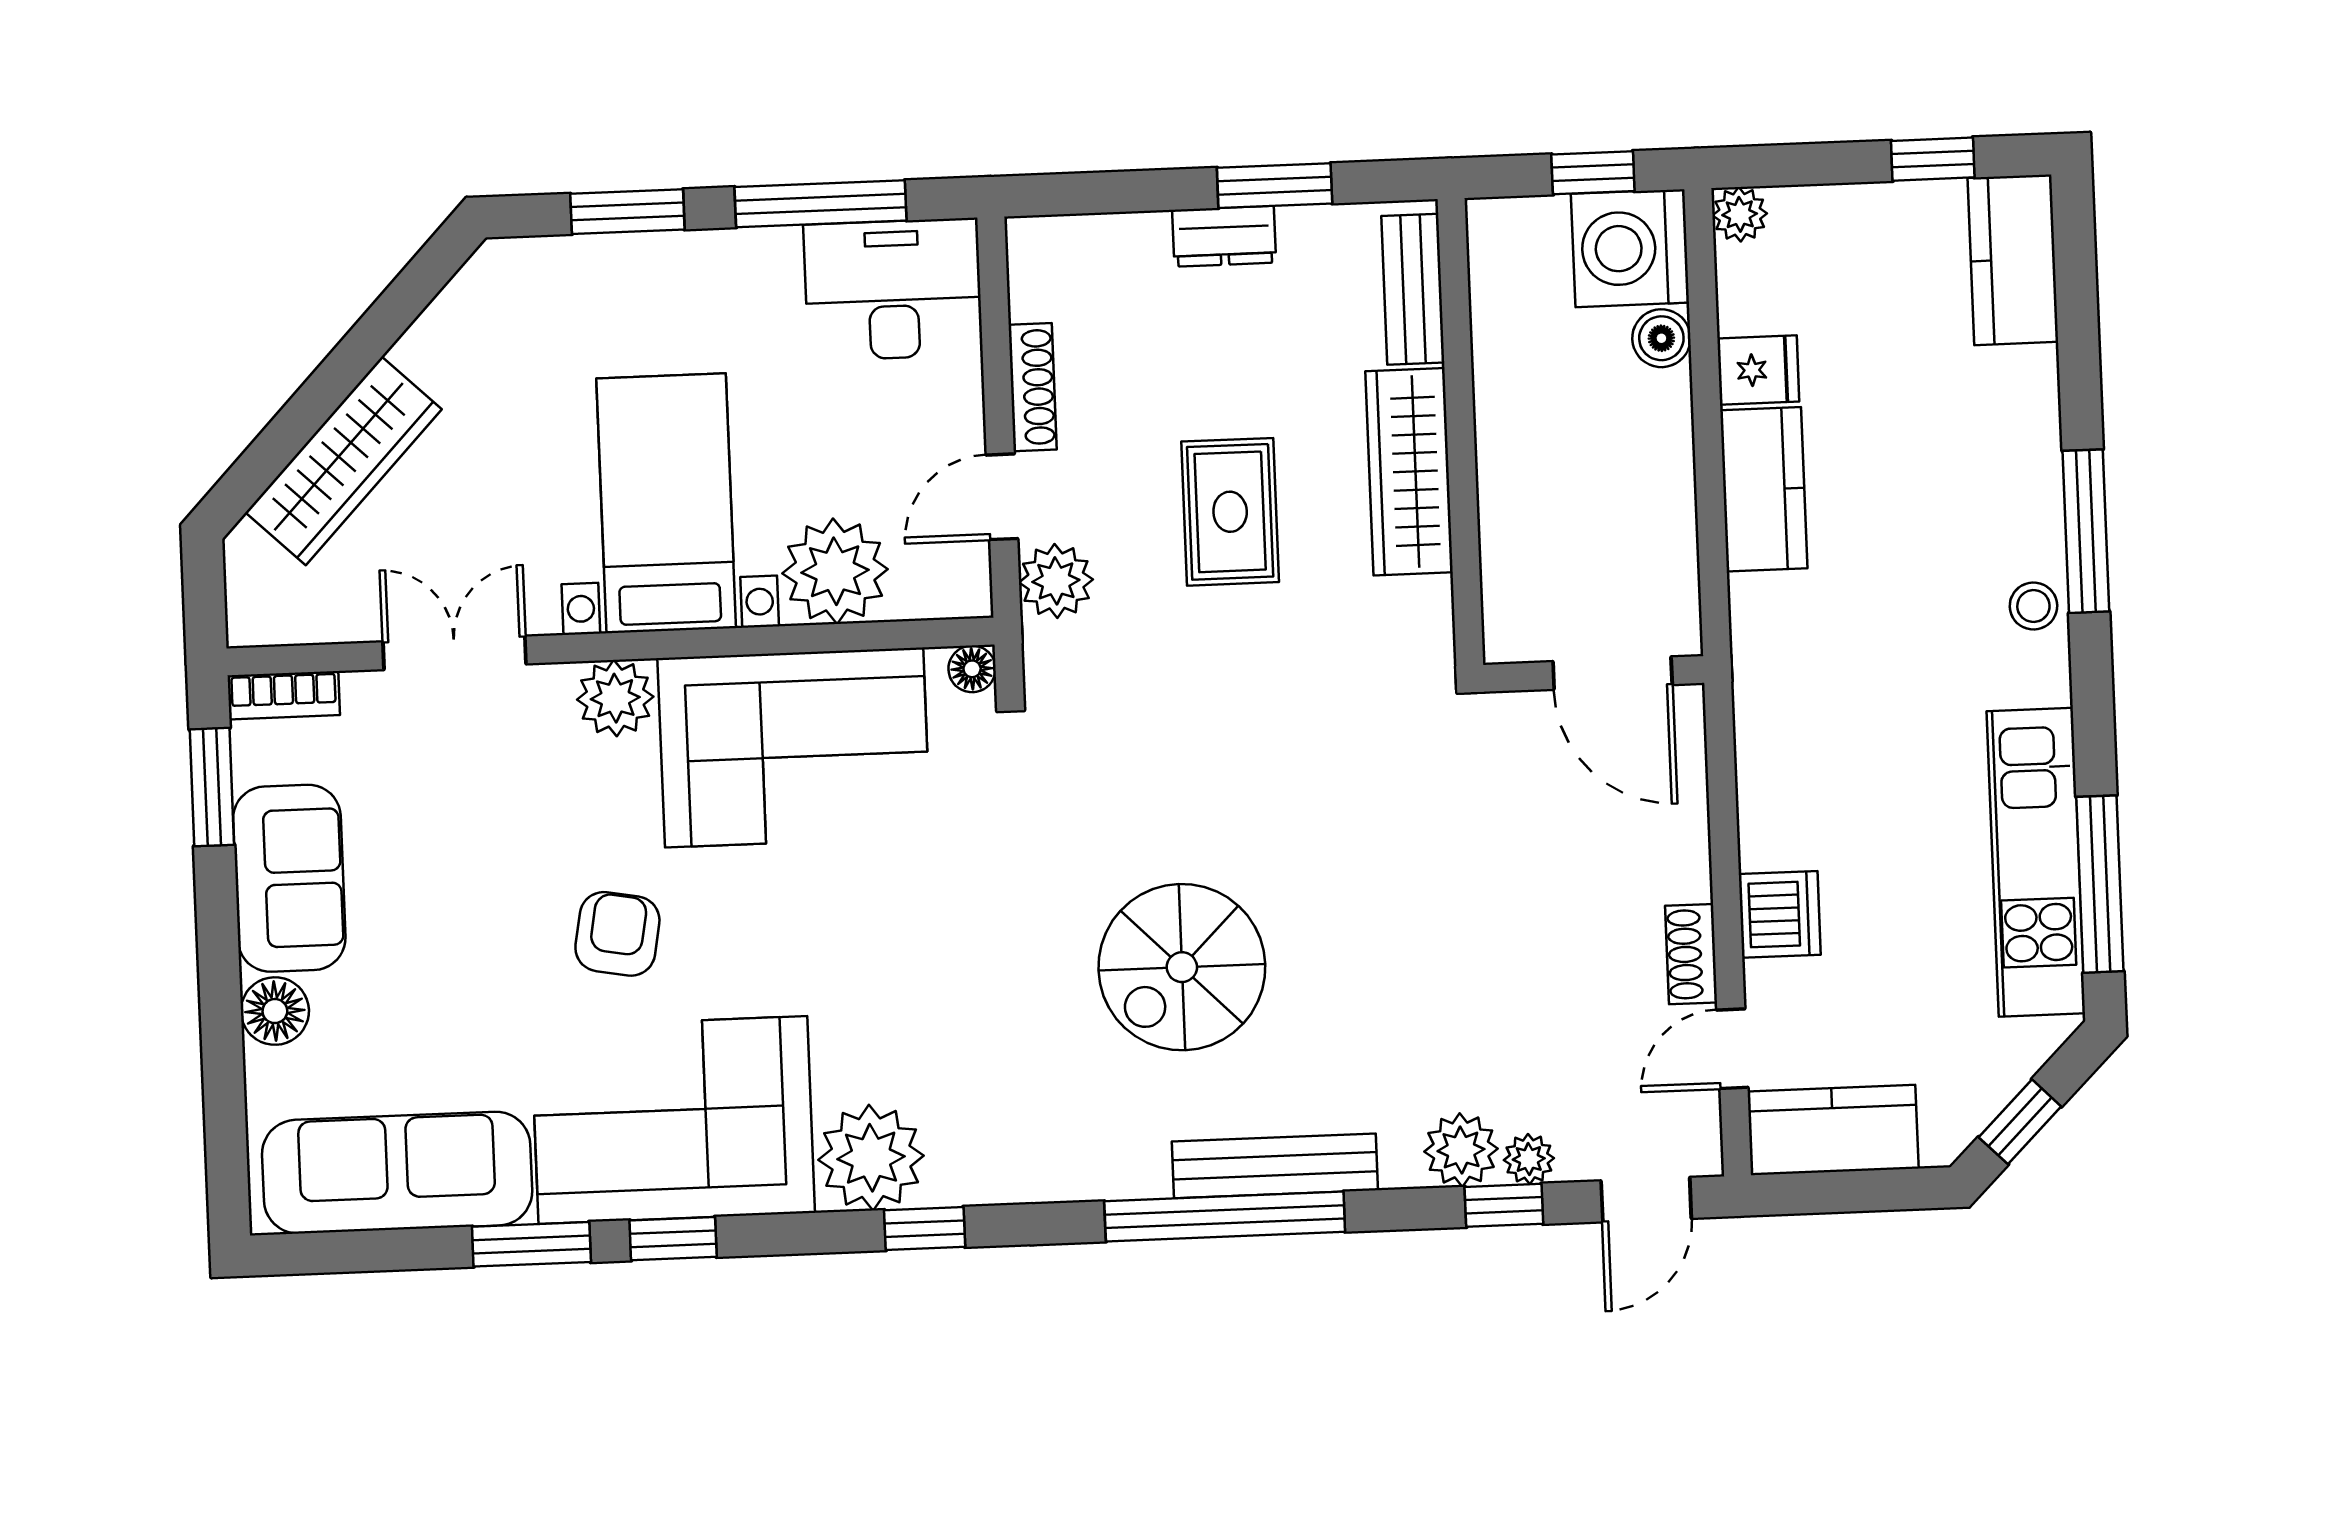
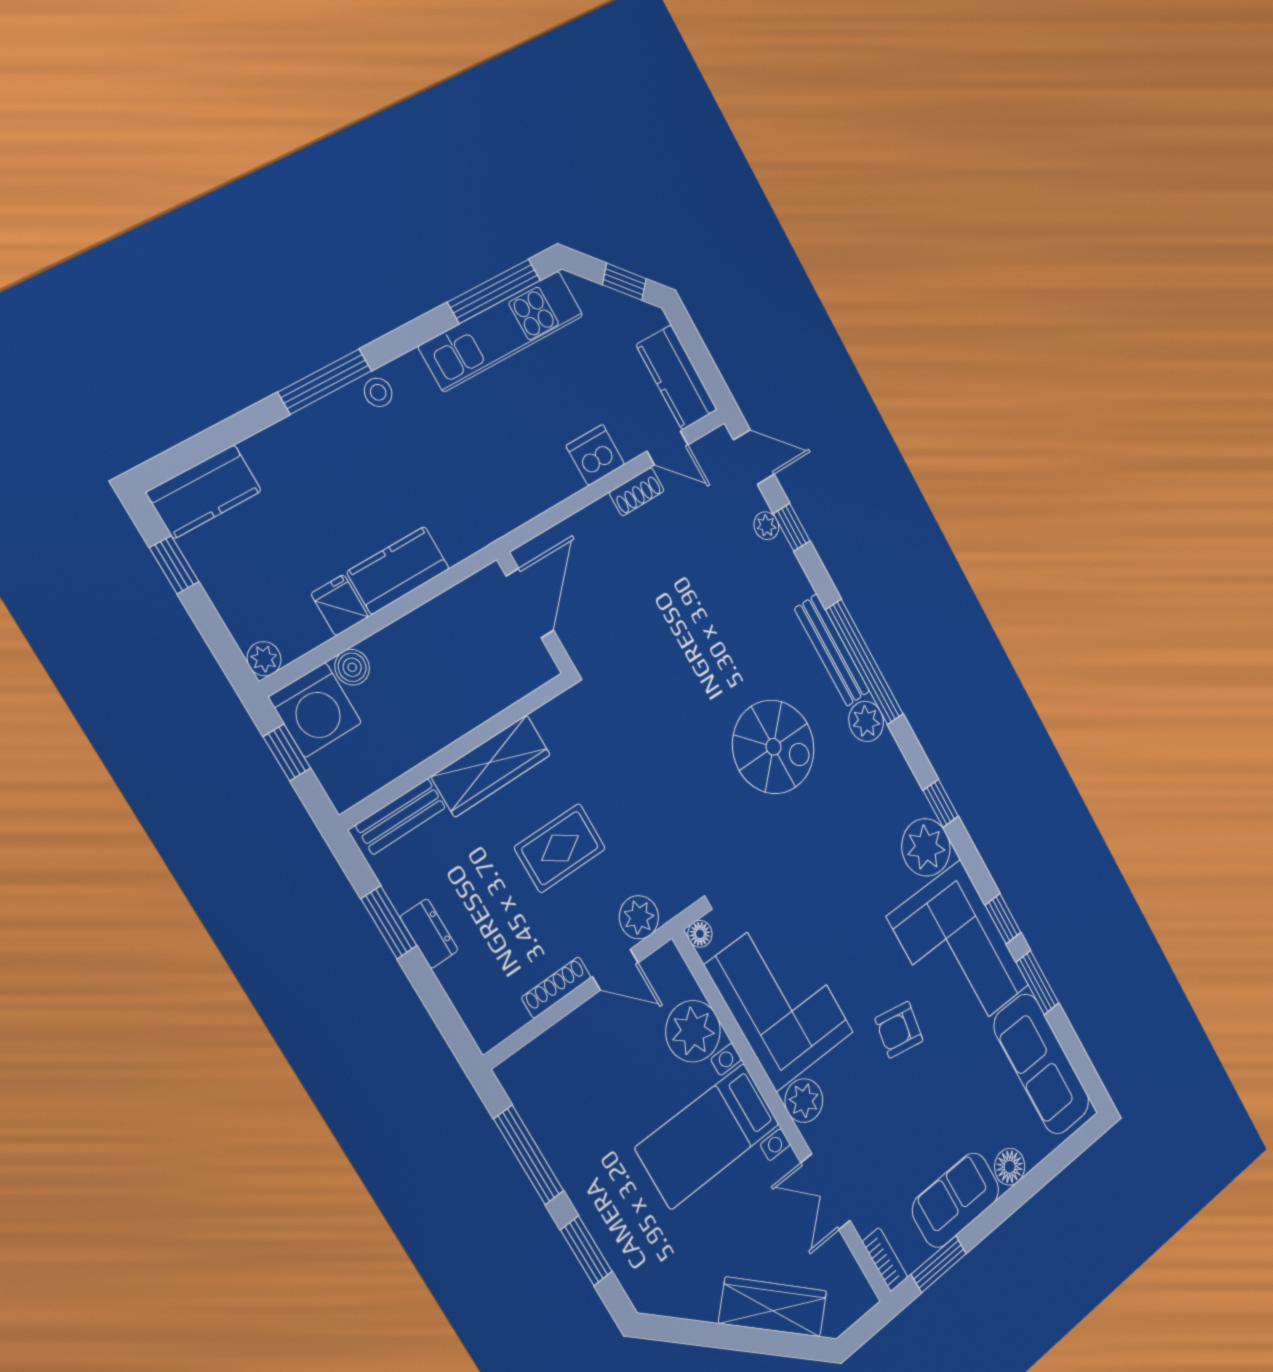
desk: (893, 290) -> (549, 1090), removed
plant: (1461, 1150) -> (866, 721), moved

